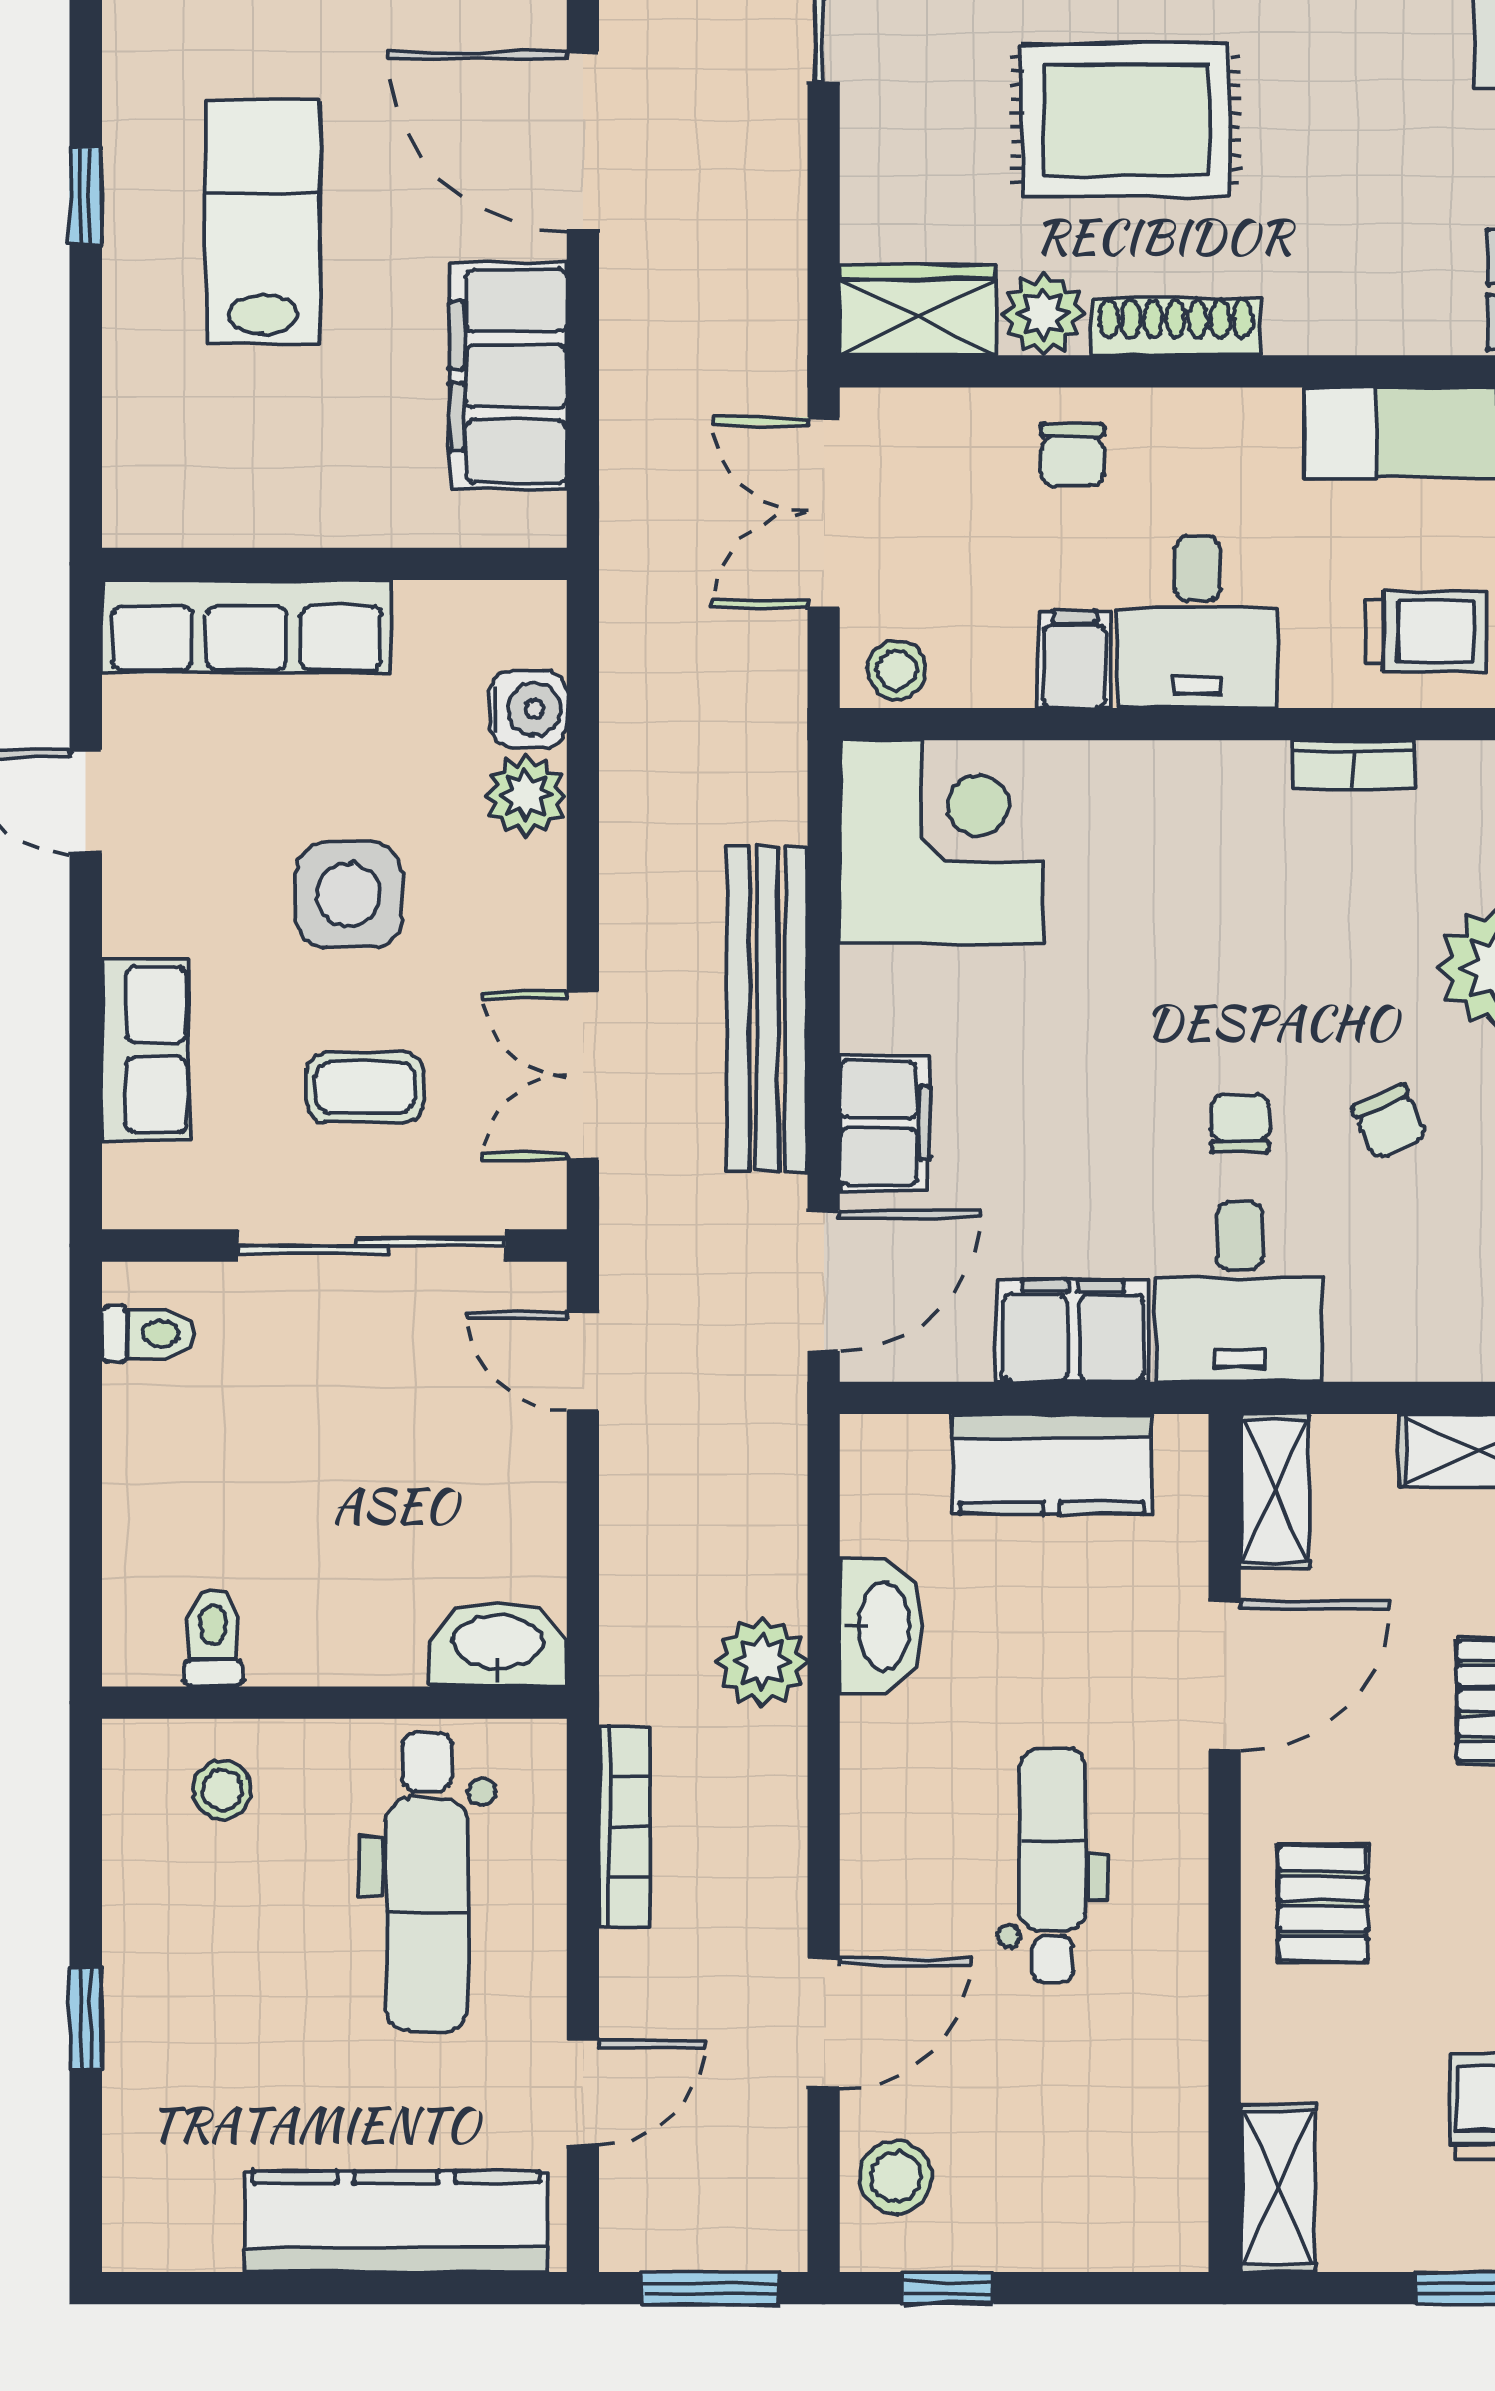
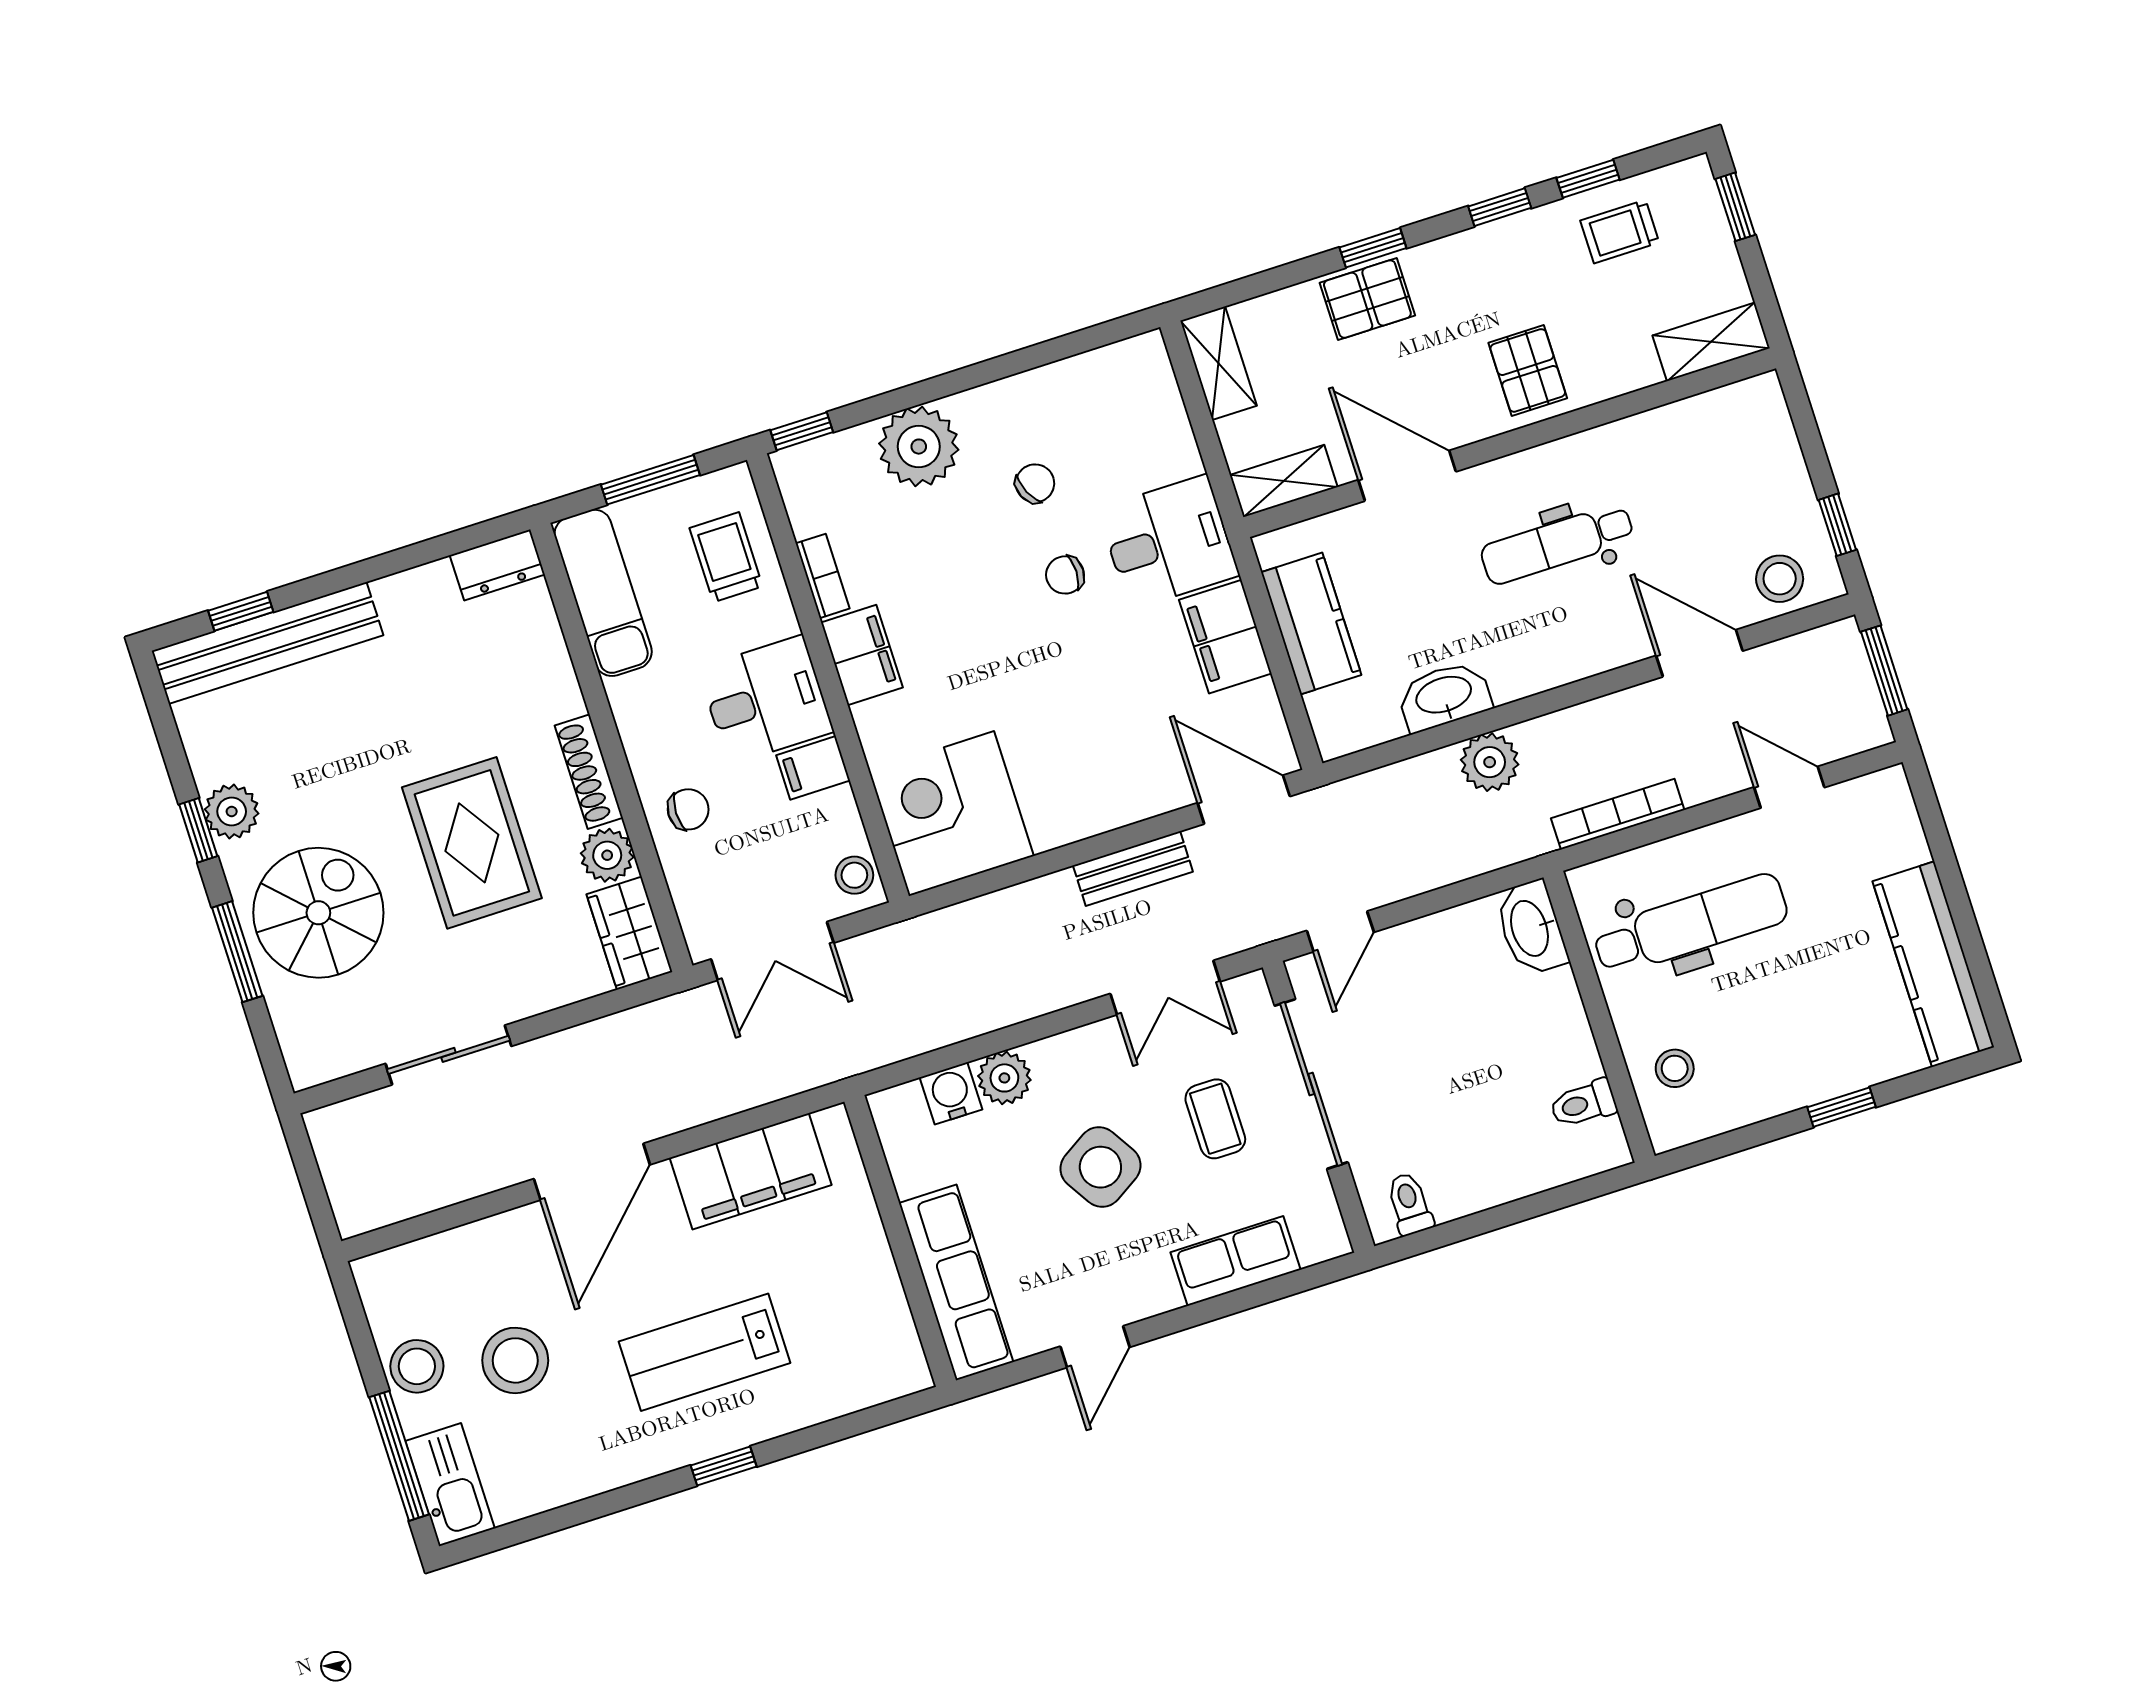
side table: (349, 895) -> (1100, 1167), turned -32
bench: (767, 1009) -> (1133, 869), width x0.54, depth x0.82
filing cabinet: (885, 1123) -> (862, 655), moved, turned 90
pallet: (1323, 1904) -> (1528, 370), turned 90
kitchen counter: (396, 2222) -> (1933, 964), moved

